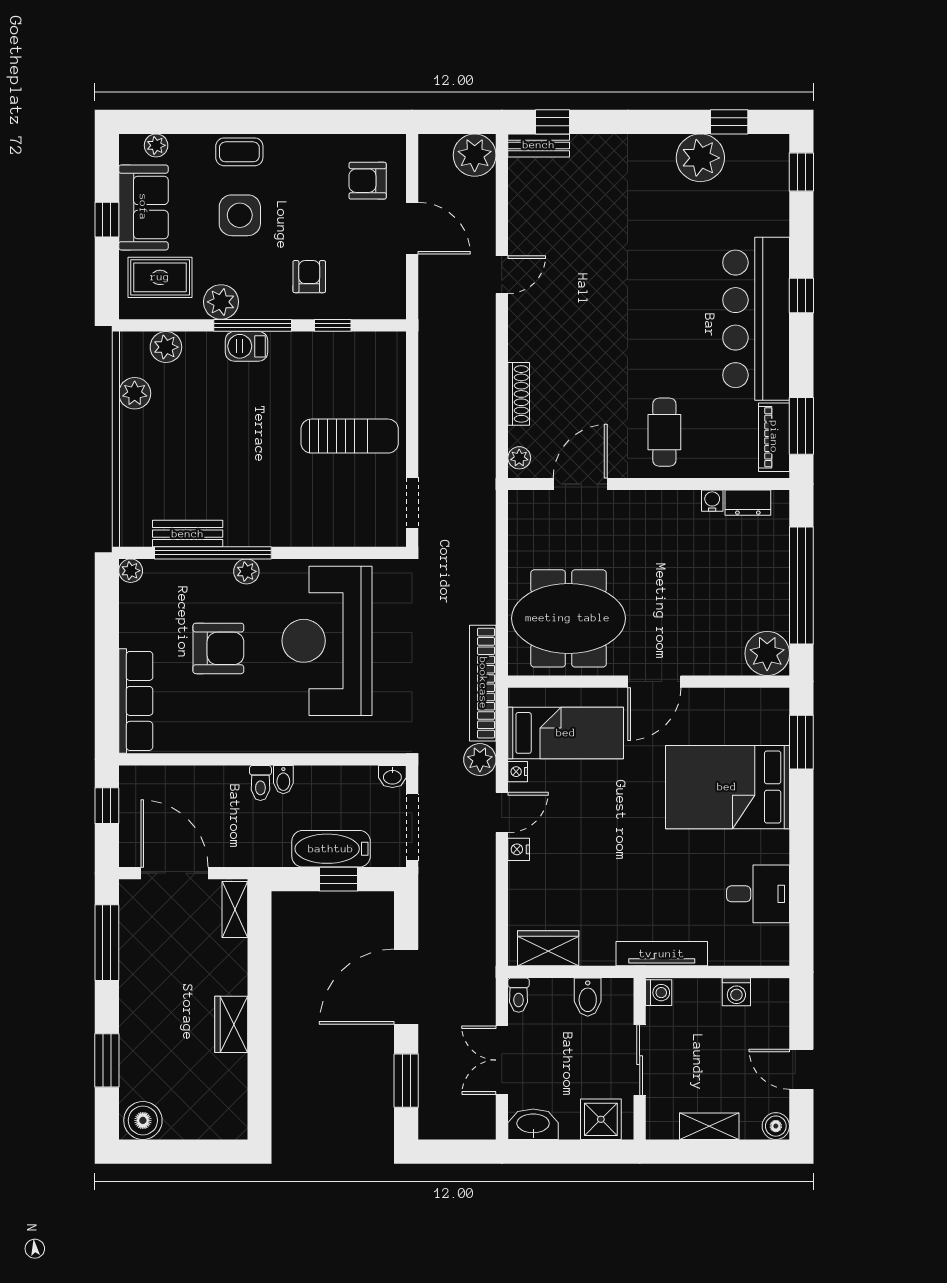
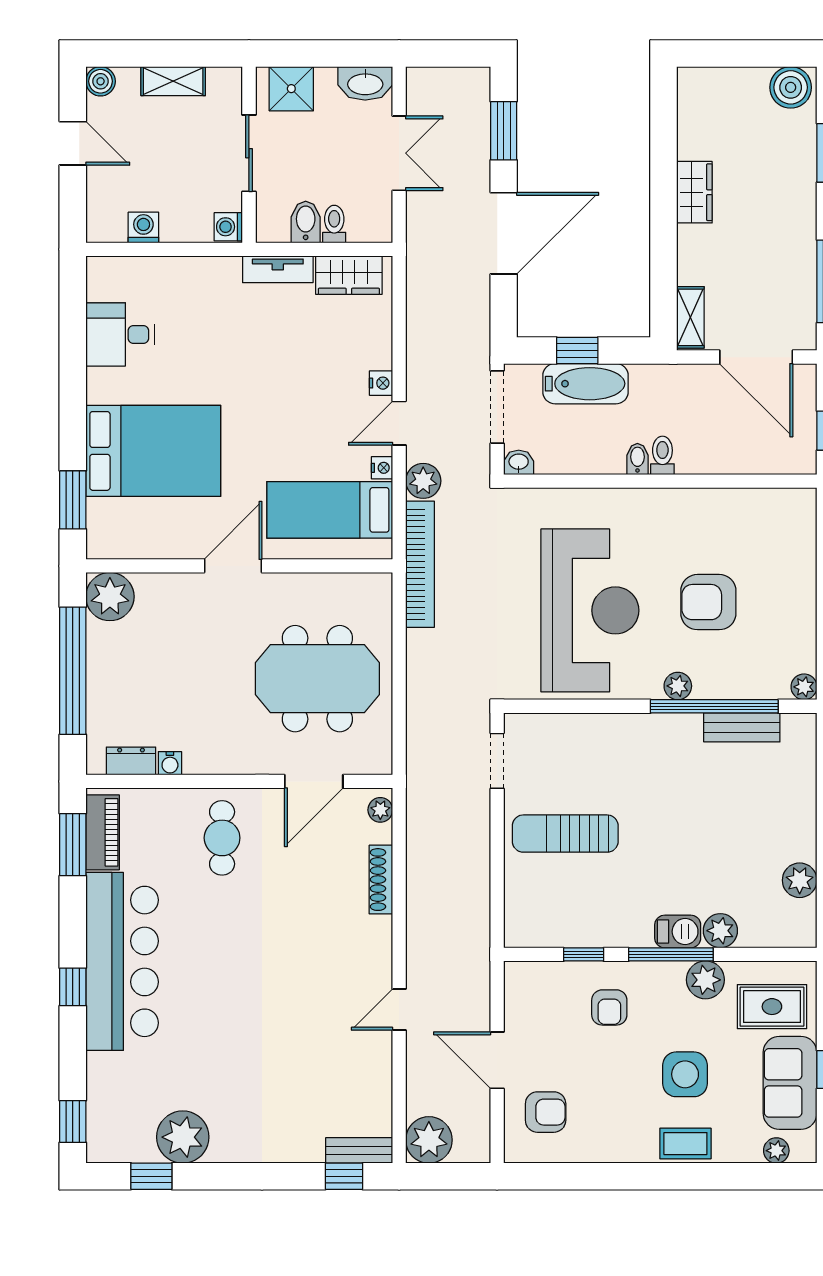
plant: (166, 347) -> (720, 931), moved
meeting table: (568, 618) -> (317, 679), moved
row of seats: (136, 701) -> (798, 545), removed
tv unit: (662, 954) -> (278, 269), moved, width x0.71
toilet: (519, 995) -> (334, 224), moved

